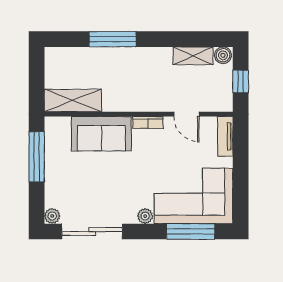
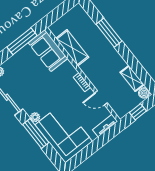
shelving: (73, 100) -> (72, 48), moved
door: (186, 114) -> (101, 98), hinge flipped
sofa: (101, 134) -> (48, 51), moved
window: (191, 231) -> (36, 134), moved

